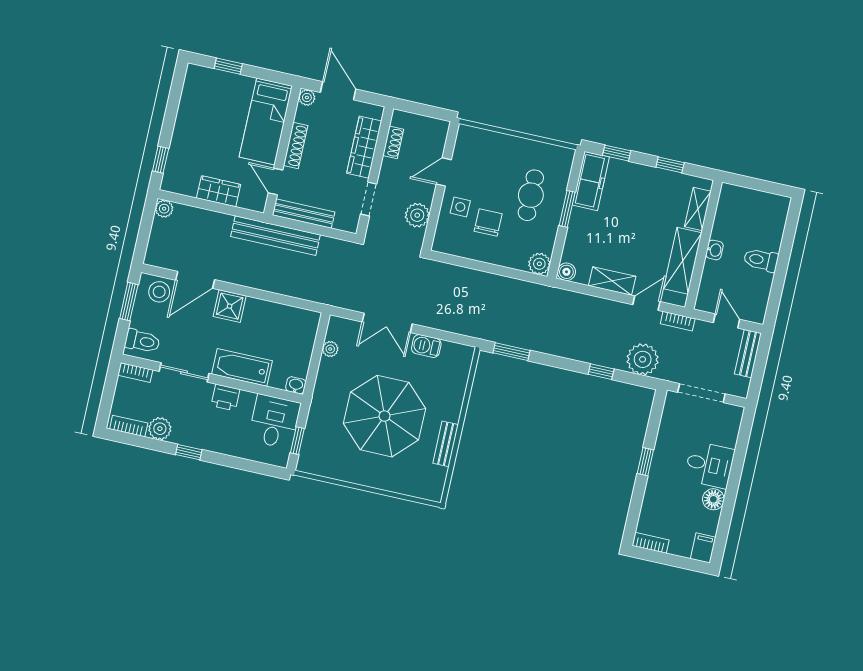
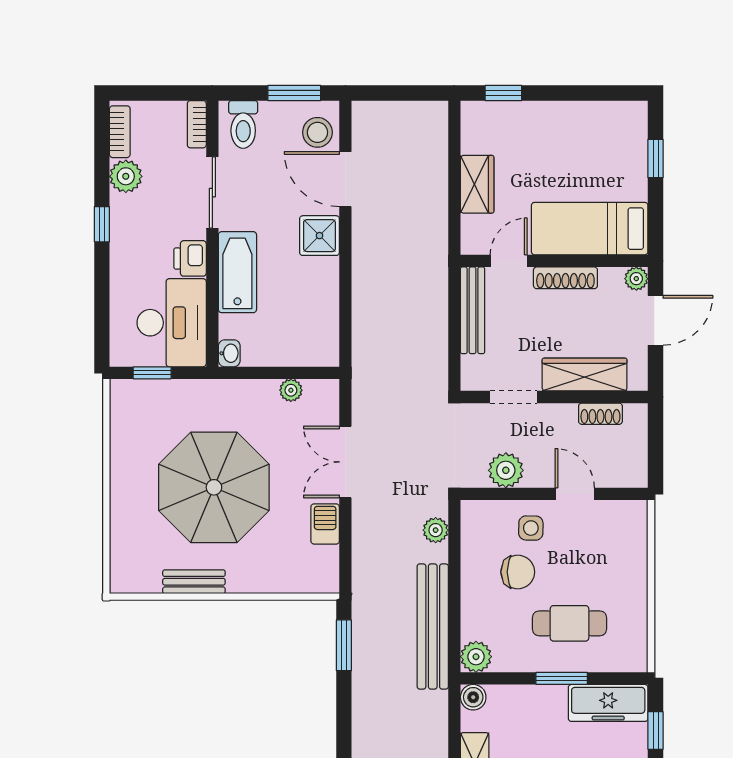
plant: (164, 209) -> (436, 530), moved
bench: (275, 236) -> (433, 626), moved
desk: (274, 422) -> (172, 323), width x1.37

